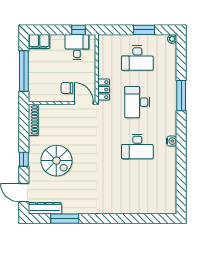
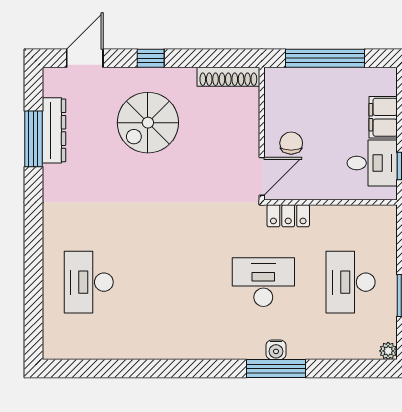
filing cabinet: (39, 41) -> (383, 117), moved
water cooler: (172, 141) -> (276, 350), moved
desk: (137, 146) -> (89, 282), moved
dresser: (45, 208) -> (54, 130), moved

